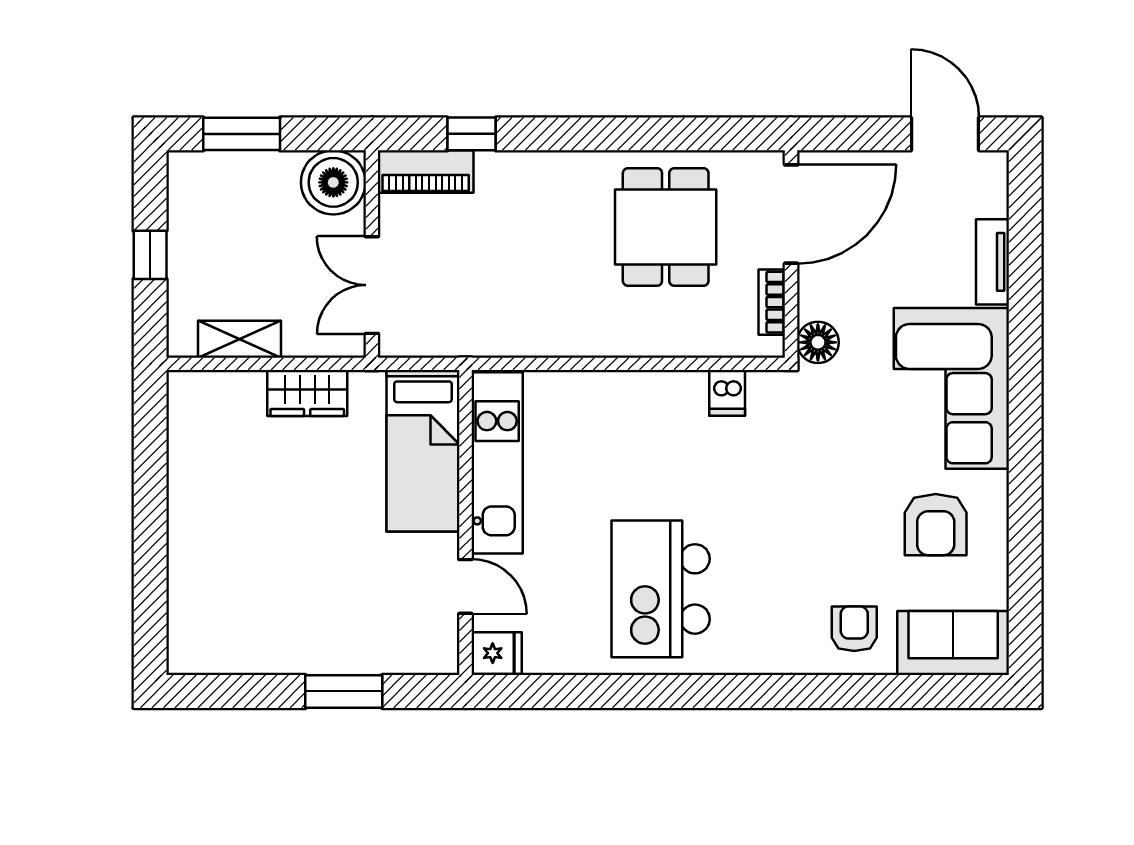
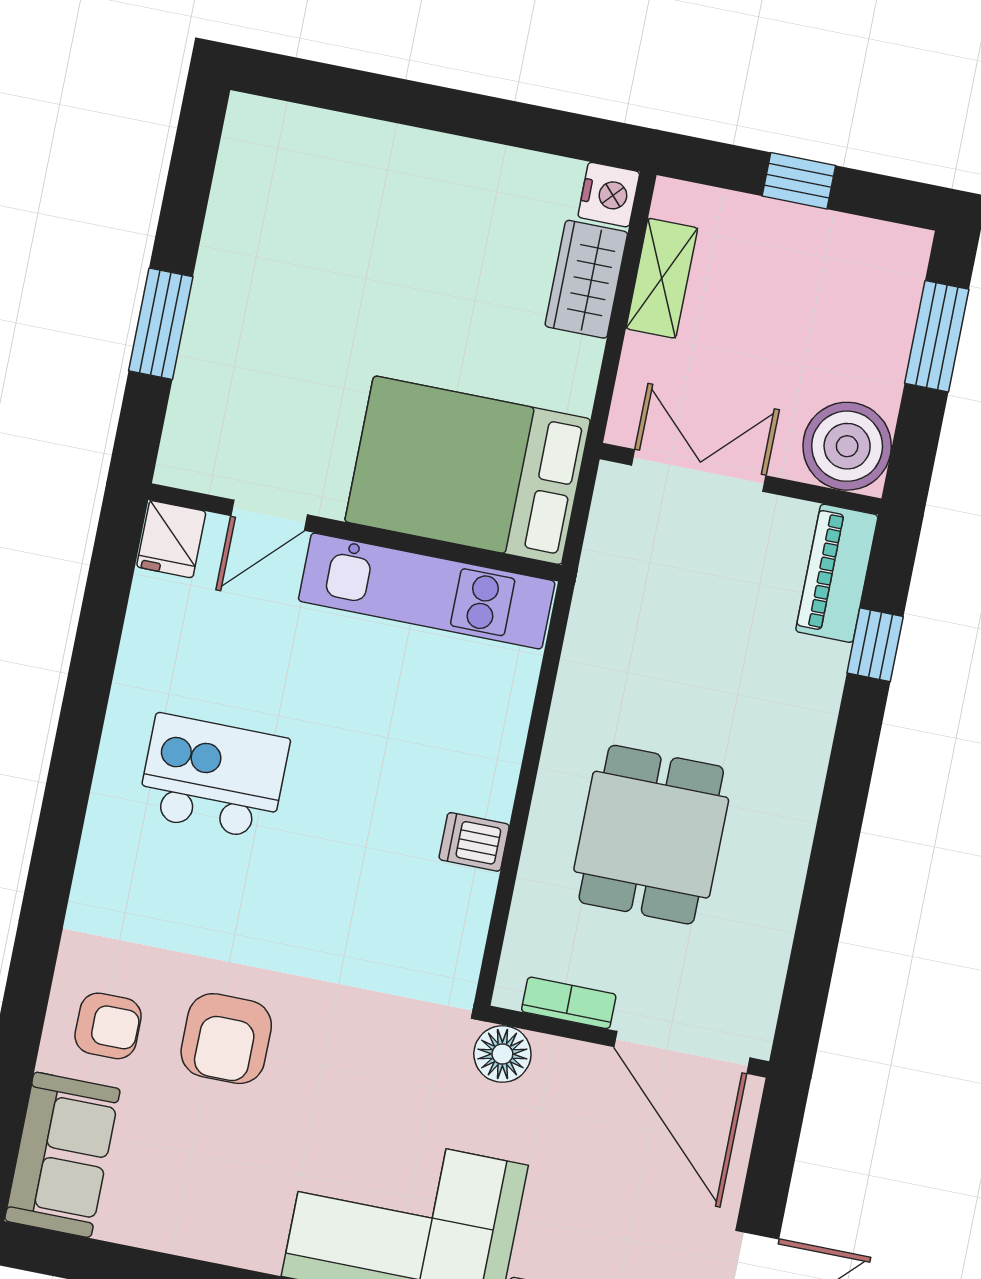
dining table: (666, 227) -> (651, 835), moved, turned 90
nightstand: (187, 389) -> (609, 195), added
wardrobe: (307, 393) -> (586, 279), moved
dishwasher: (727, 393) -> (474, 842), moved
bed: (423, 451) -> (468, 470), width x1.50
armchair: (936, 525) -> (226, 1039), moved, turned -90
kitchen island: (661, 589) -> (213, 777), width x0.73, depth x0.78

